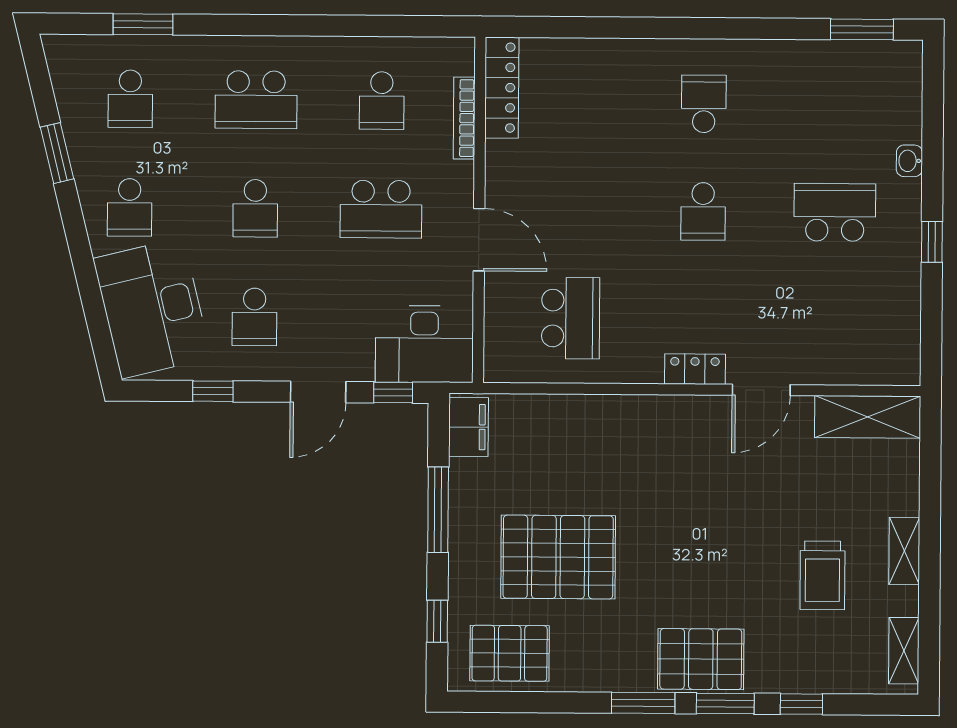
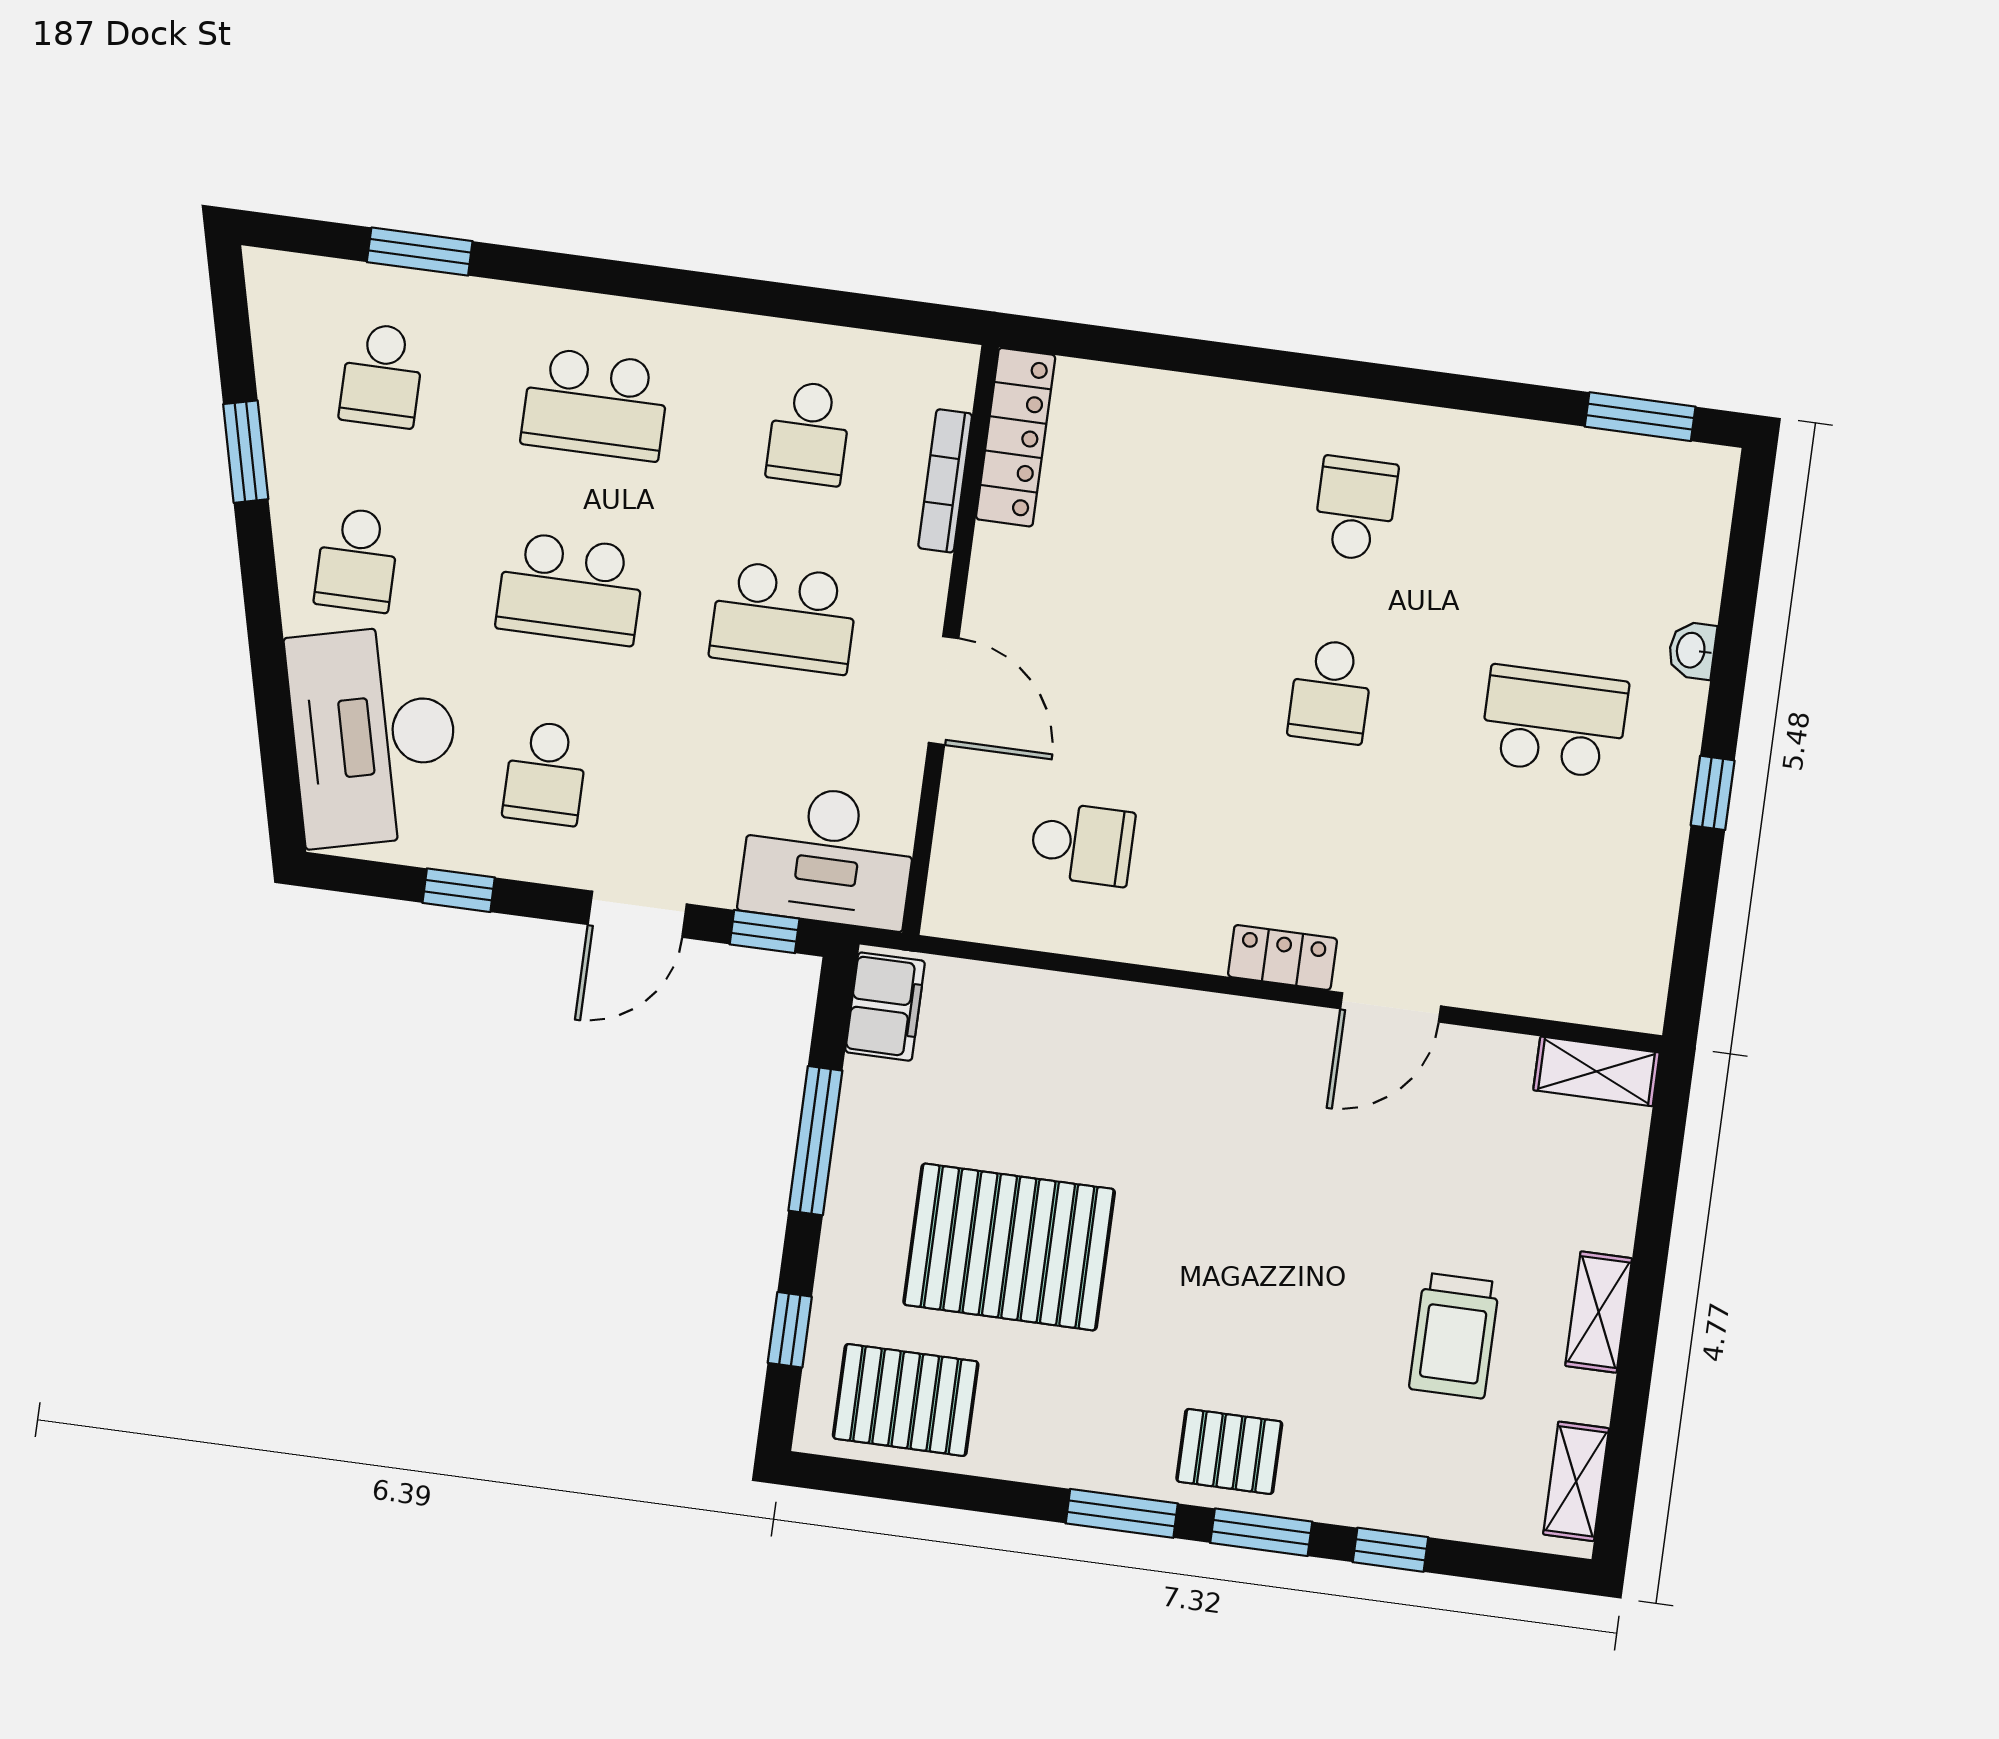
school desk: (255, 208) -> (570, 589), width x1.85
school desk: (571, 318) -> (1082, 844), width x0.54
shelving: (868, 417) -> (1597, 1071), width x0.67, depth x0.75
pallet: (701, 659) -> (1229, 1451), width x0.67, depth x0.71

